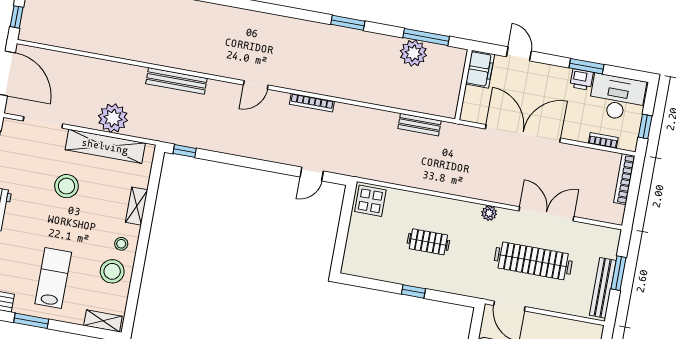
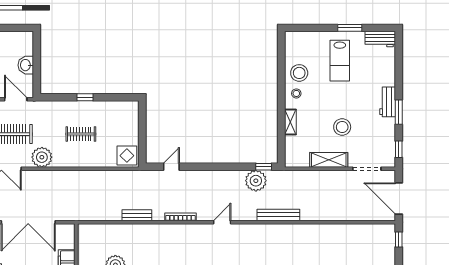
plant: (113, 118) -> (256, 181), moved
bench: (419, 125) -> (137, 215), moved
shelving: (105, 146) -> (329, 160), width x0.68
plant: (489, 213) -> (42, 157), width x1.88, depth x1.88
shelving: (103, 321) -> (299, 37), removed

